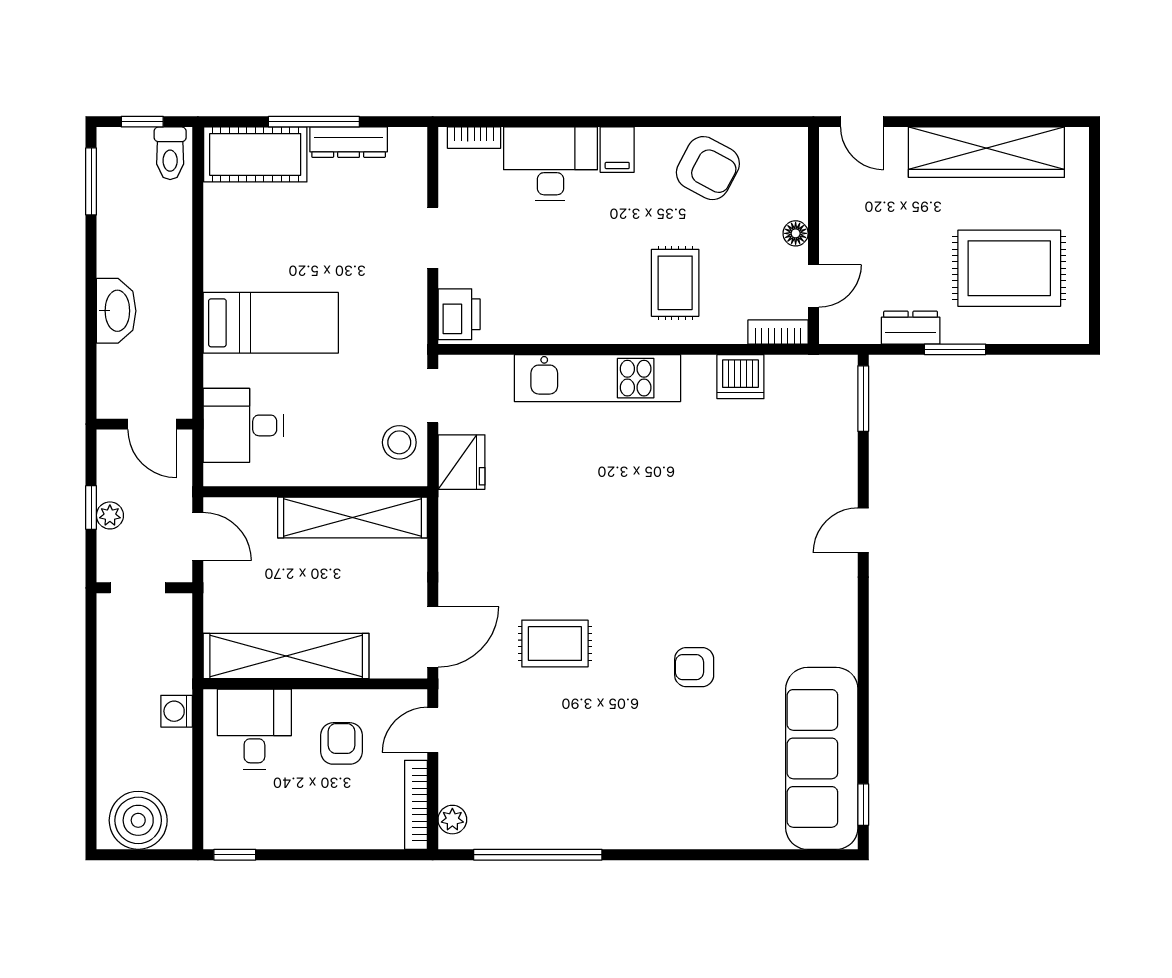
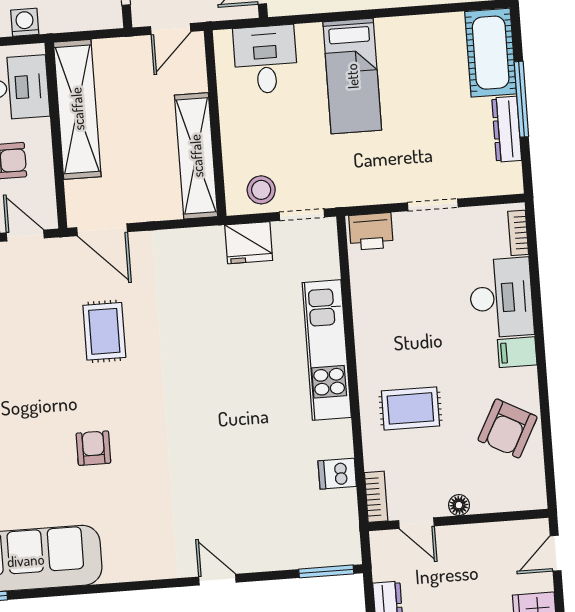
dishwasher: (740, 377) -> (337, 474), width x0.73

